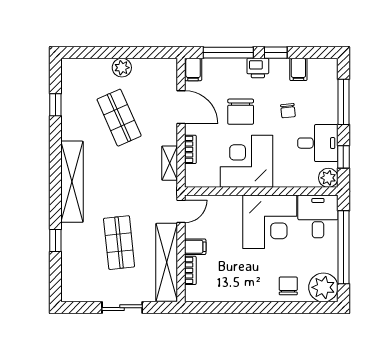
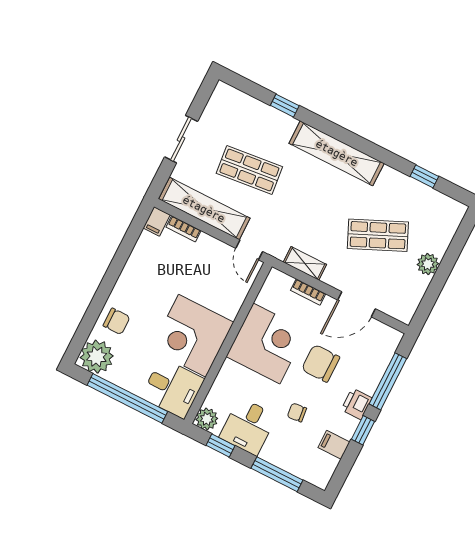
filing cabinet: (193, 69) -> (389, 336), removed
filing cabinet: (195, 247) -> (157, 221), moved

